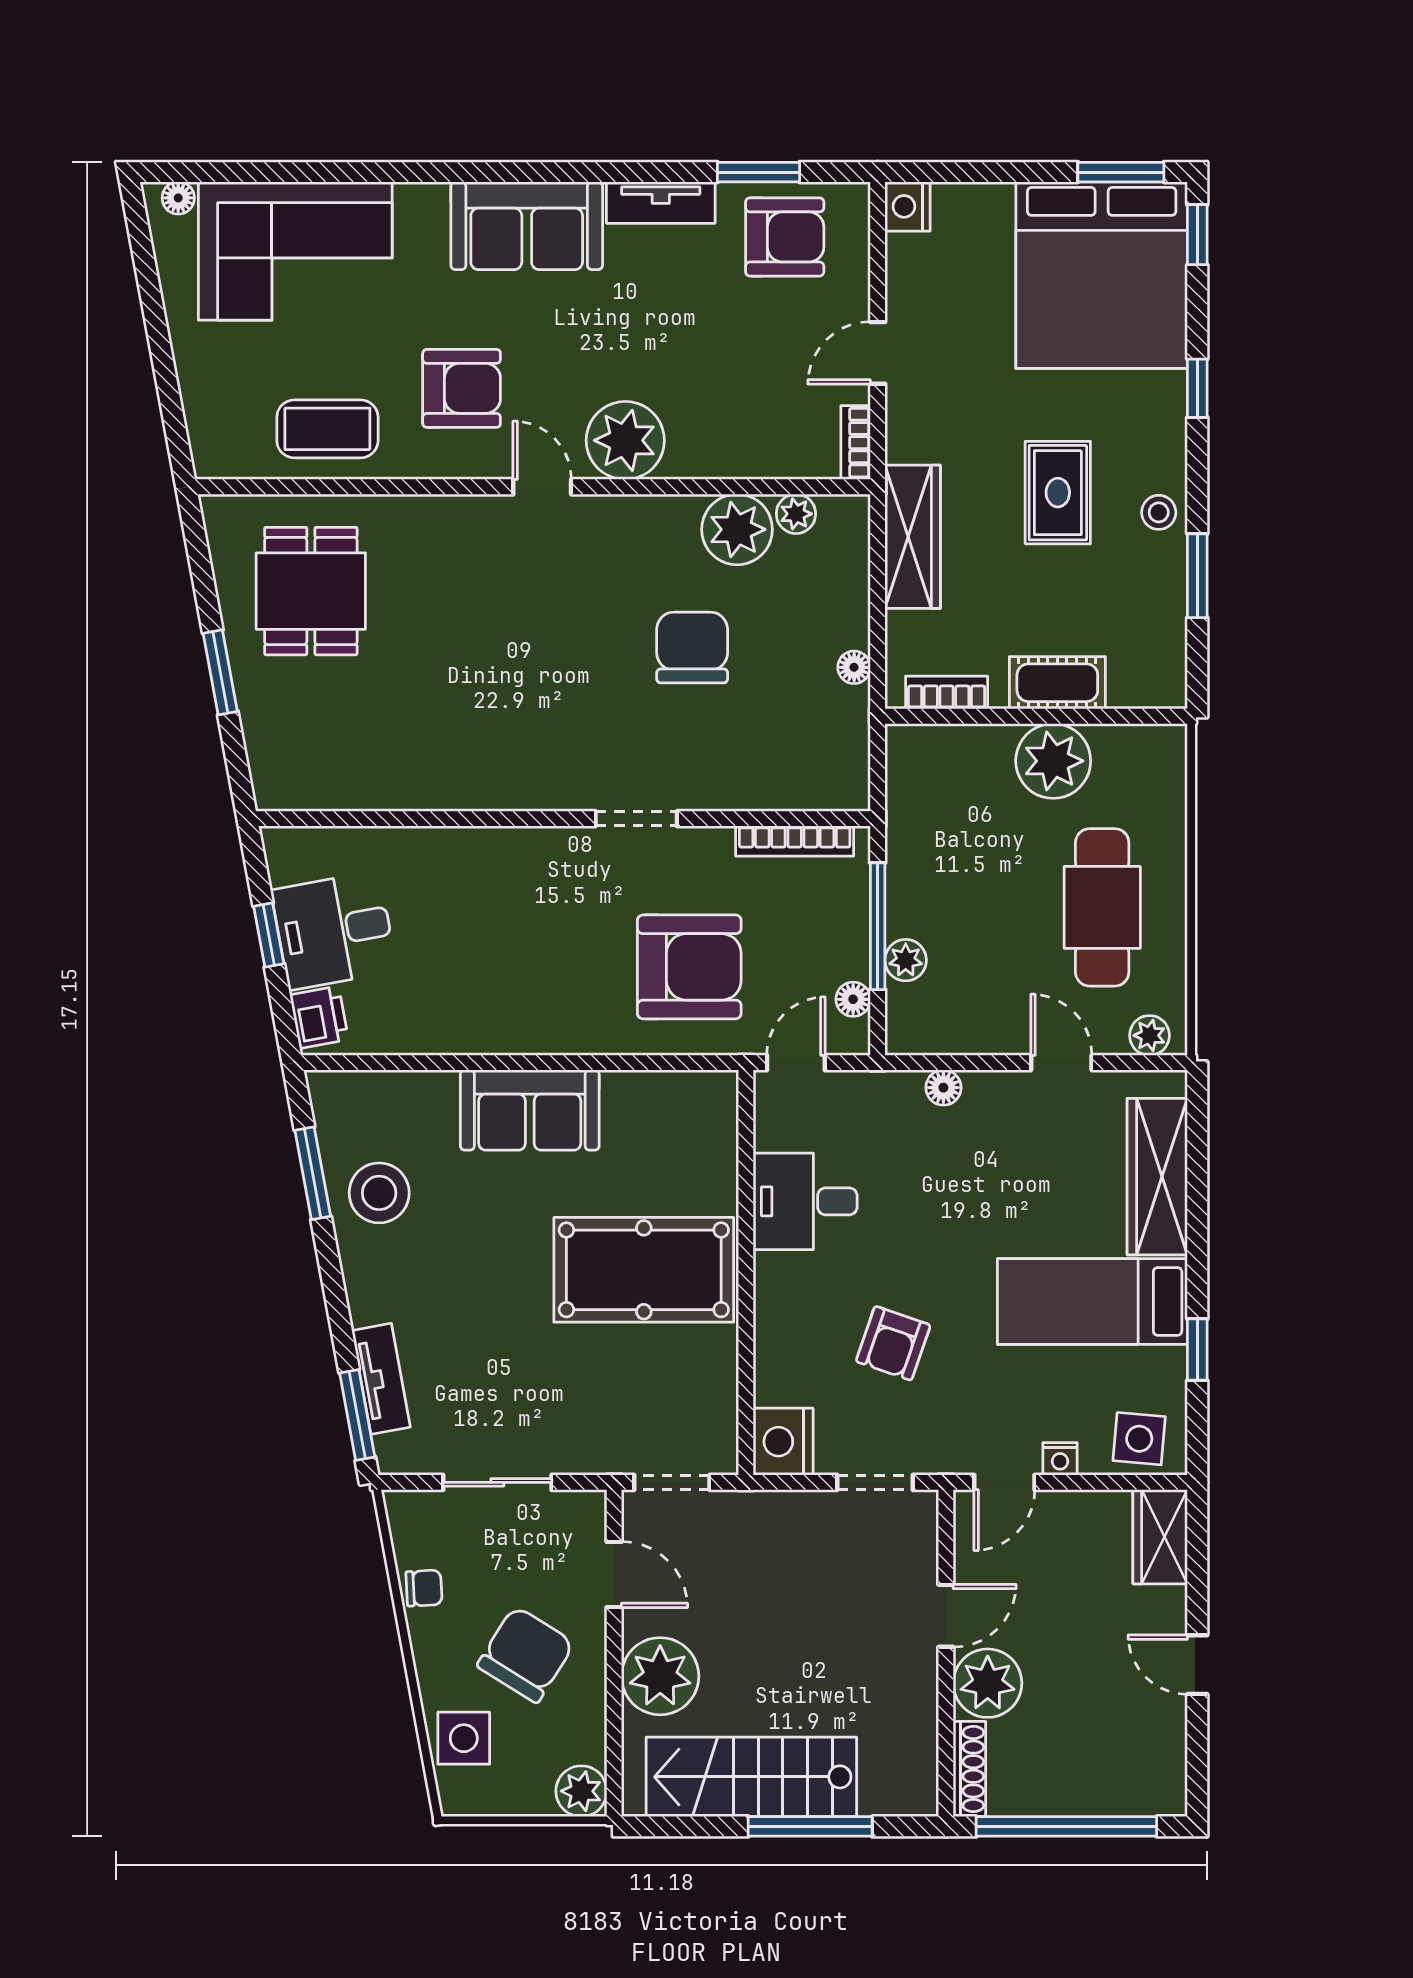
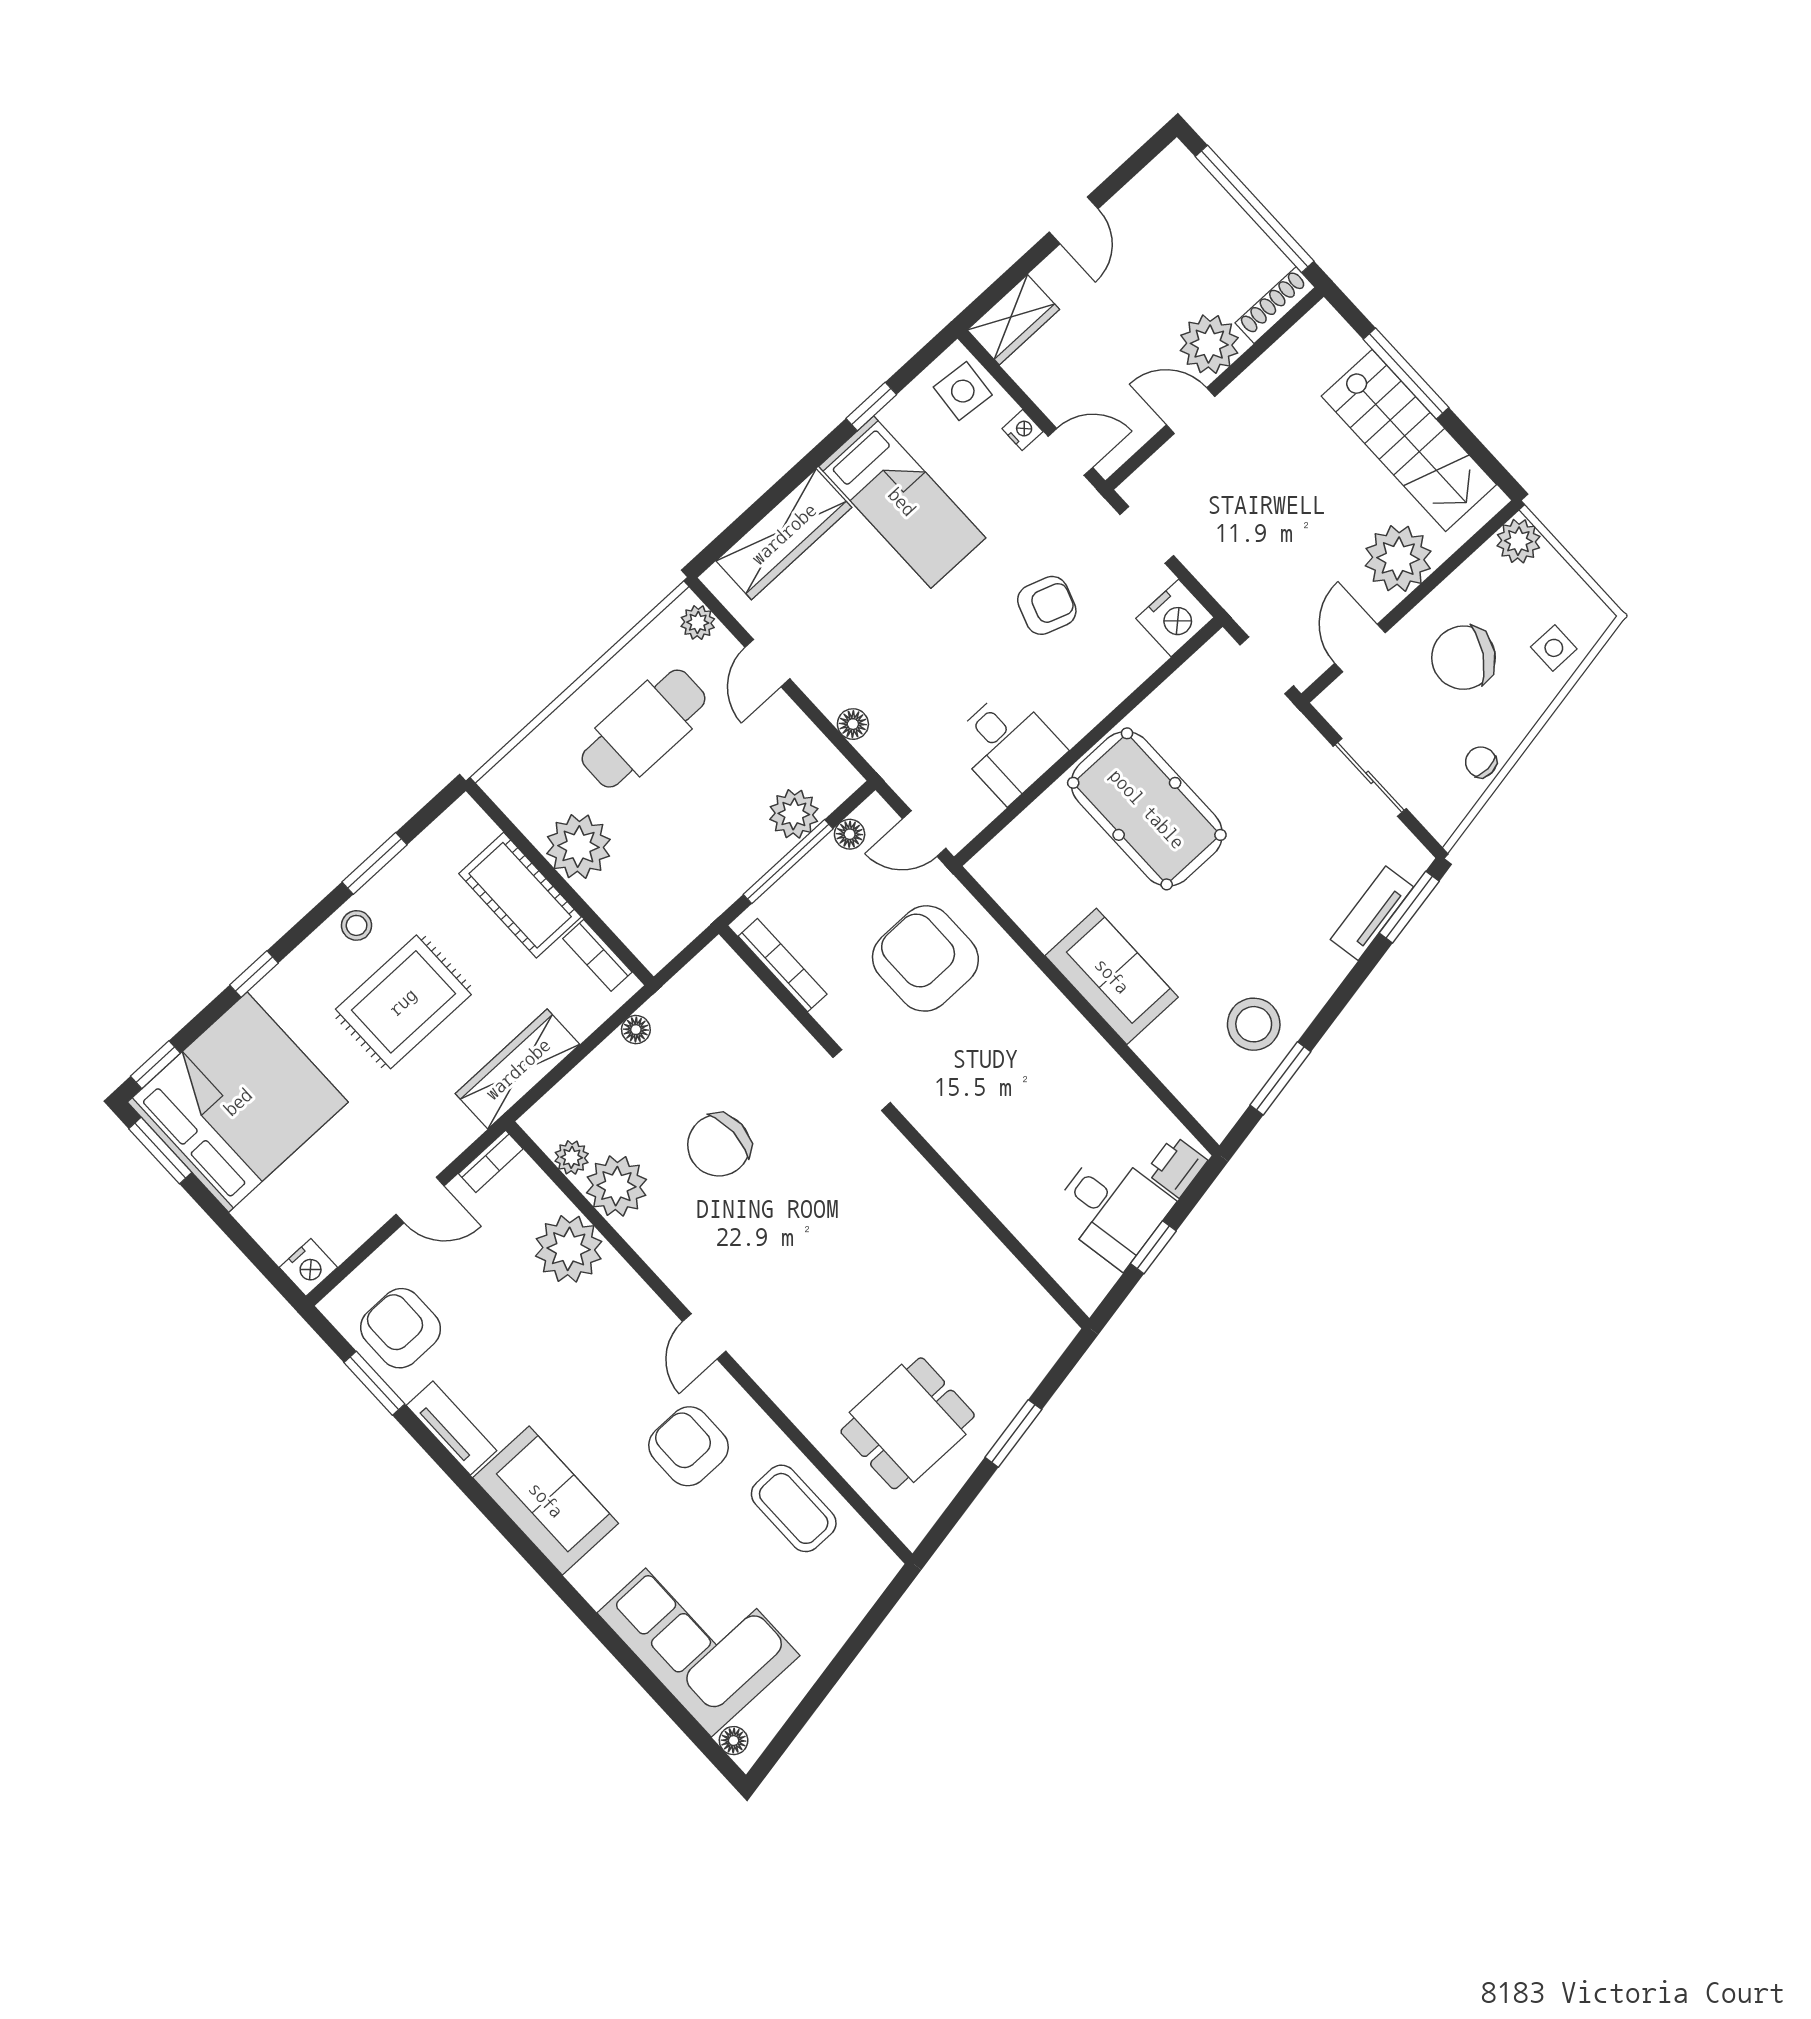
plant: (625, 440) -> (569, 1249), moved
rug: (1058, 493) -> (403, 1002), width x1.36, depth x1.43
cot: (1057, 683) -> (520, 895), width x1.37, depth x1.34
plant: (906, 960) -> (794, 814), width x1.38, depth x1.38
side table: (464, 1738) -> (1554, 648), width x0.73, depth x0.73

